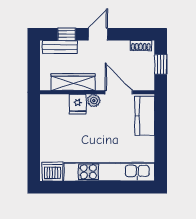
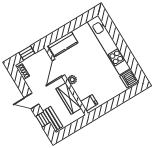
fridge: (78, 104) -> (89, 103), moved

